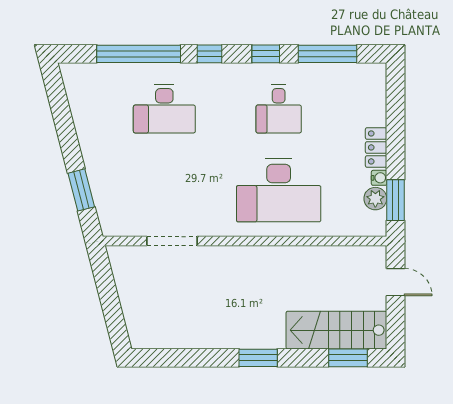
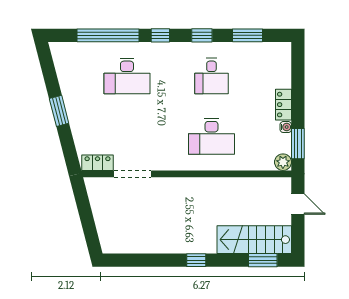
window: (328, 54) -> (248, 35), width x0.69
window: (81, 190) -> (59, 111), moved
desk: (279, 190) -> (211, 136), width x0.73, depth x0.77
plant: (375, 199) -> (283, 162), moved
locker: (124, 226) -> (98, 163), added
window: (258, 358) -> (196, 260), width x0.67

